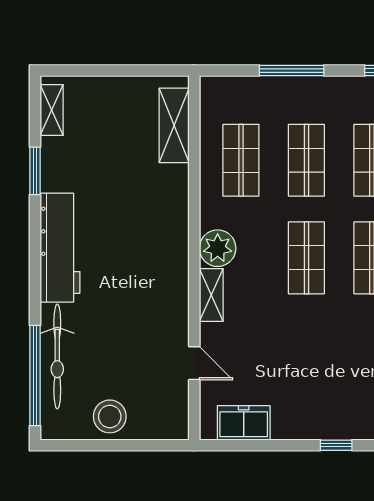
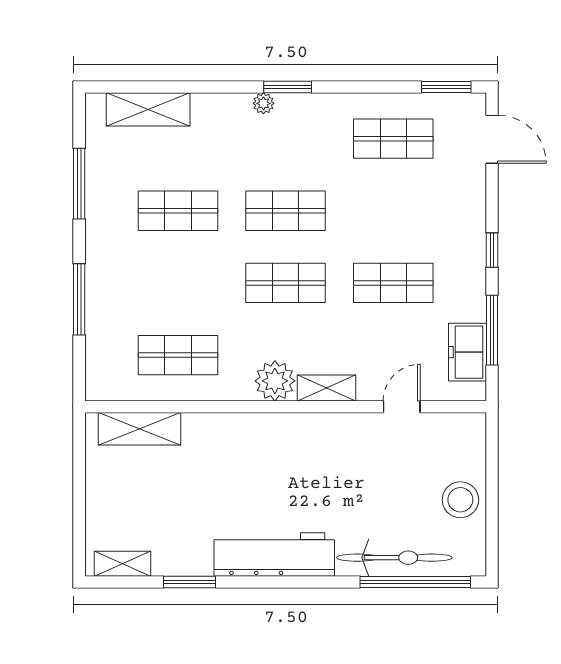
shop shelf: (306, 160) -> (393, 283), moved
window: (264, 445) -> (492, 330), added

